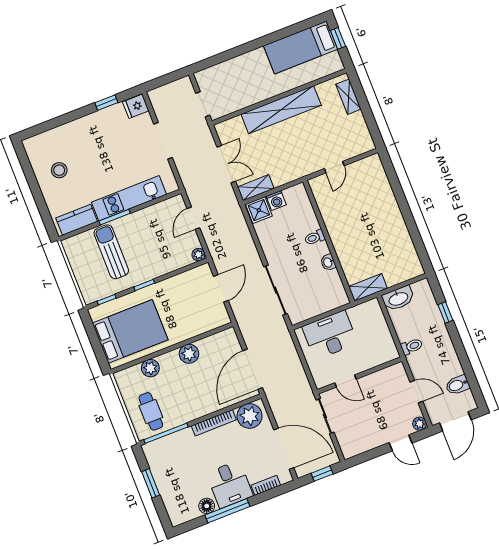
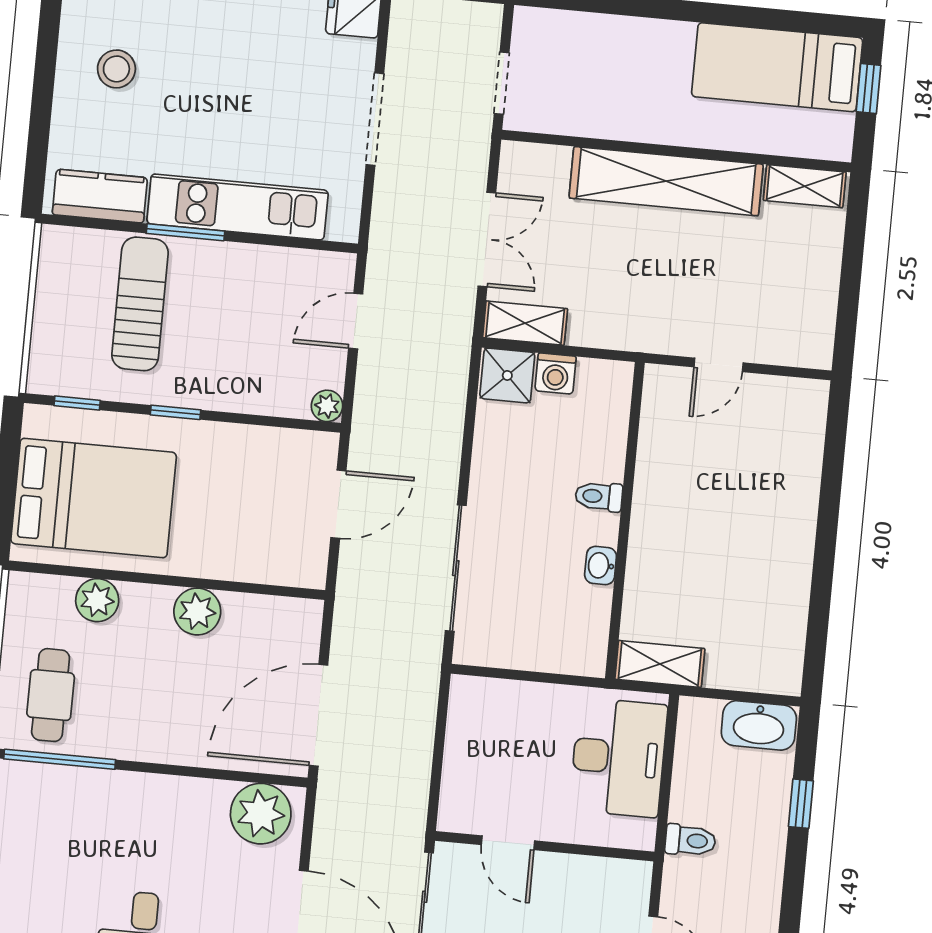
shelving: (348, 97) -> (805, 186), moved, turned 90
washbasin: (398, 298) -> (759, 725), moved
desk: (330, 335) -> (618, 758), moved, turned 90
bookcase: (214, 423) -> (175, 789), removed

